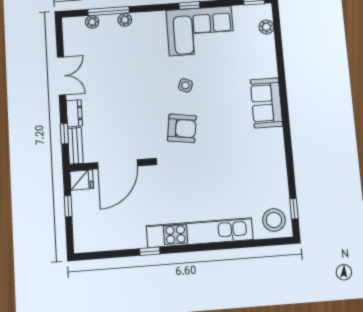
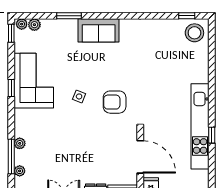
plant: (266, 12) -> (22, 24), added
window: (281, 67) -> (69, 16), added
armchair: (182, 128) -> (115, 102), turned -98
kitchen unit: (200, 233) -> (200, 126), moved

